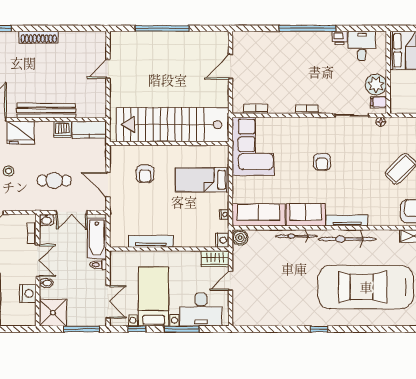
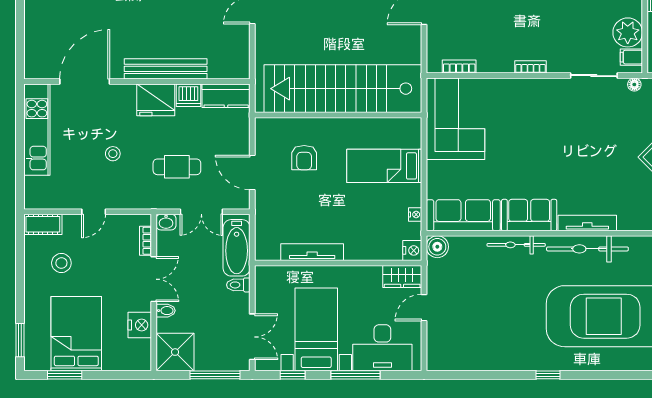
fridge: (21, 133) -> (156, 100), moved
armchair: (322, 162) -> (552, 141), removed

